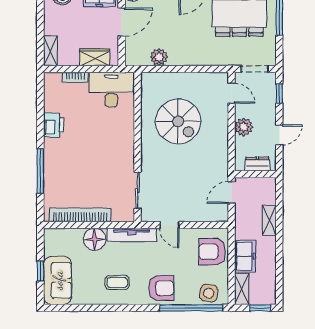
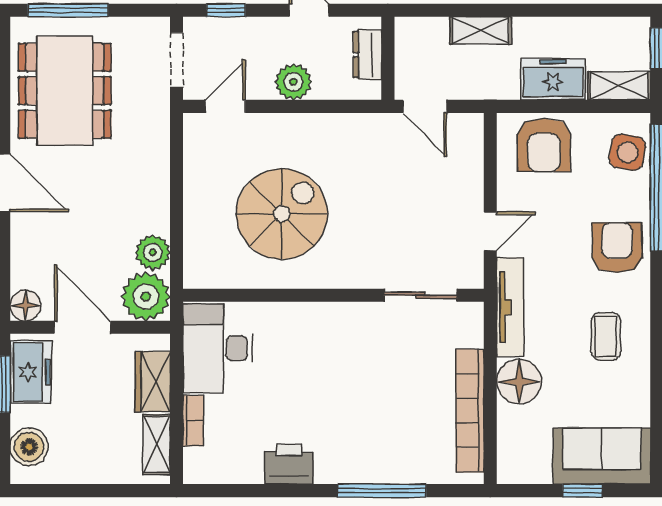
shelving: (50, 51) -> (156, 444), moved, turned 90
plant: (137, 54) -> (146, 297), added

